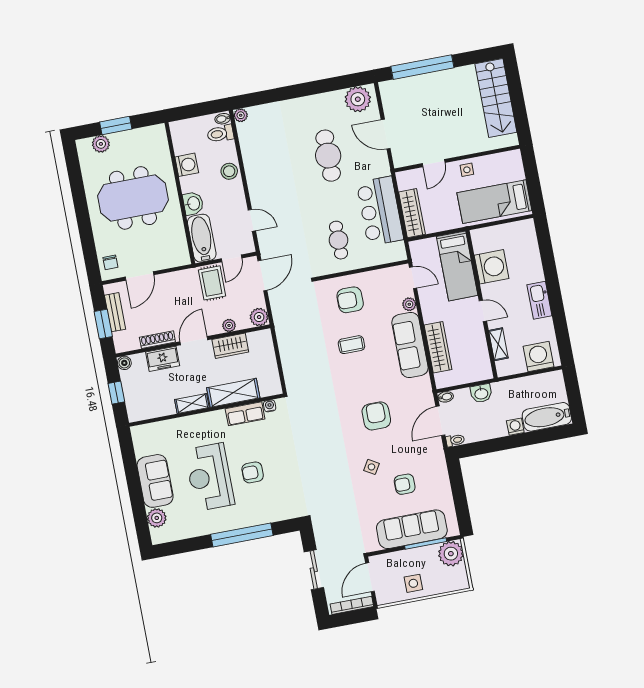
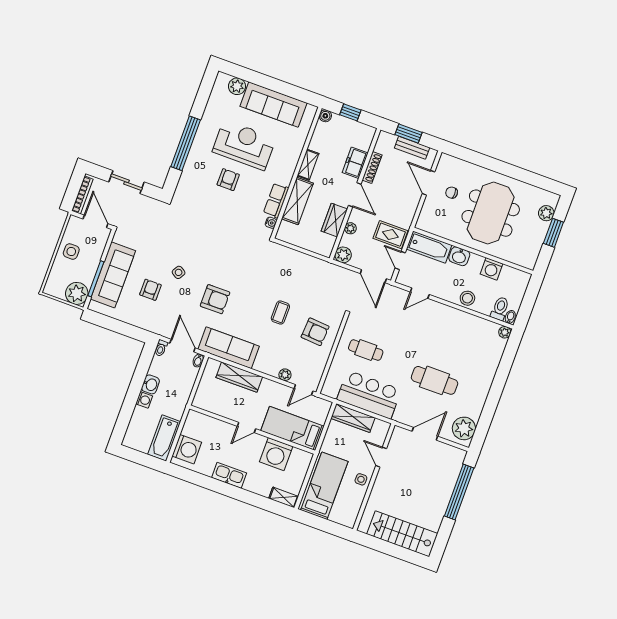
chair: (110, 262) -> (452, 193), moved
armchair: (350, 300) -> (315, 332), turned 94
shelving: (498, 344) -> (284, 497), moved
sofa: (410, 345) -> (229, 348), moved
boiler: (124, 363) -> (325, 116), moved
washbasin: (481, 393) -> (150, 384), moved, turned 180
bathtub: (547, 417) -> (164, 438), moved, turned 180
sofa: (155, 481) -> (274, 105), width x1.36

